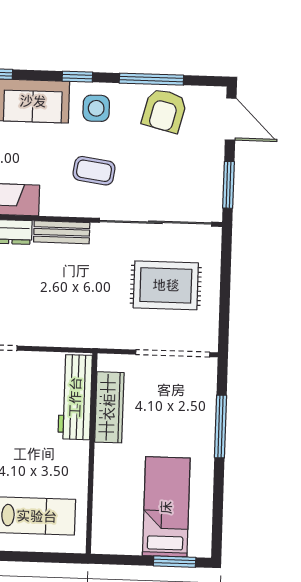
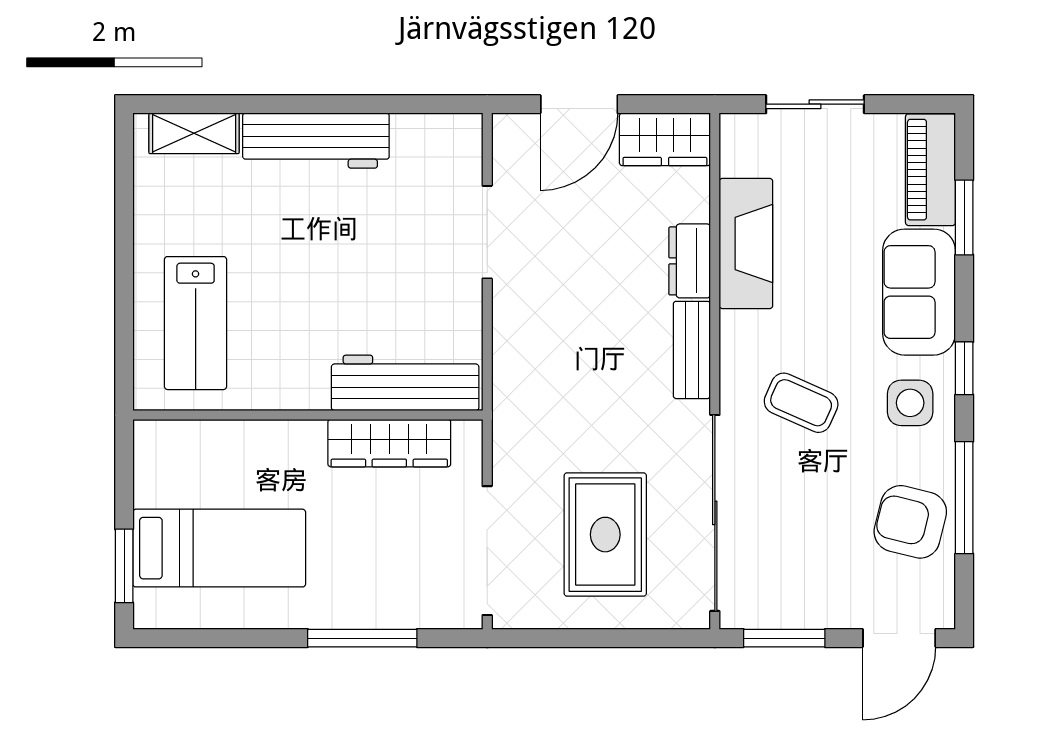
coffee table: (94, 171) -> (801, 403), turned -74

